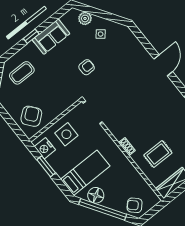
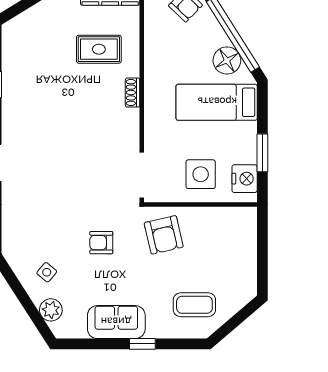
armchair: (31, 116) -> (164, 235), moved, turned -64

